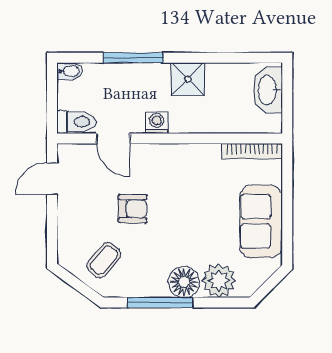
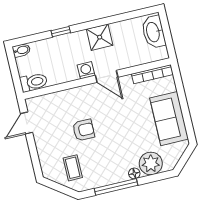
window: (133, 58) -> (61, 32), width x0.46
door: (113, 139) -> (107, 76), moved
coffee table: (104, 260) -> (73, 168), turned -41
floor lamp: (184, 282) -> (134, 173), width x0.53, depth x0.53

